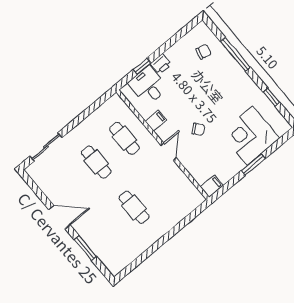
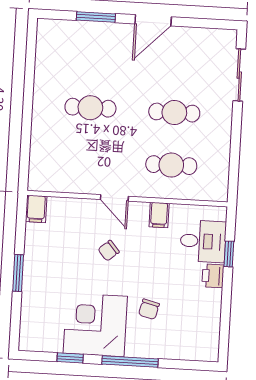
chair: (204, 52) -> (149, 309), moved
window: (235, 54) -> (130, 361), moved
corner desk: (250, 136) -> (95, 325), moved, turned -90

